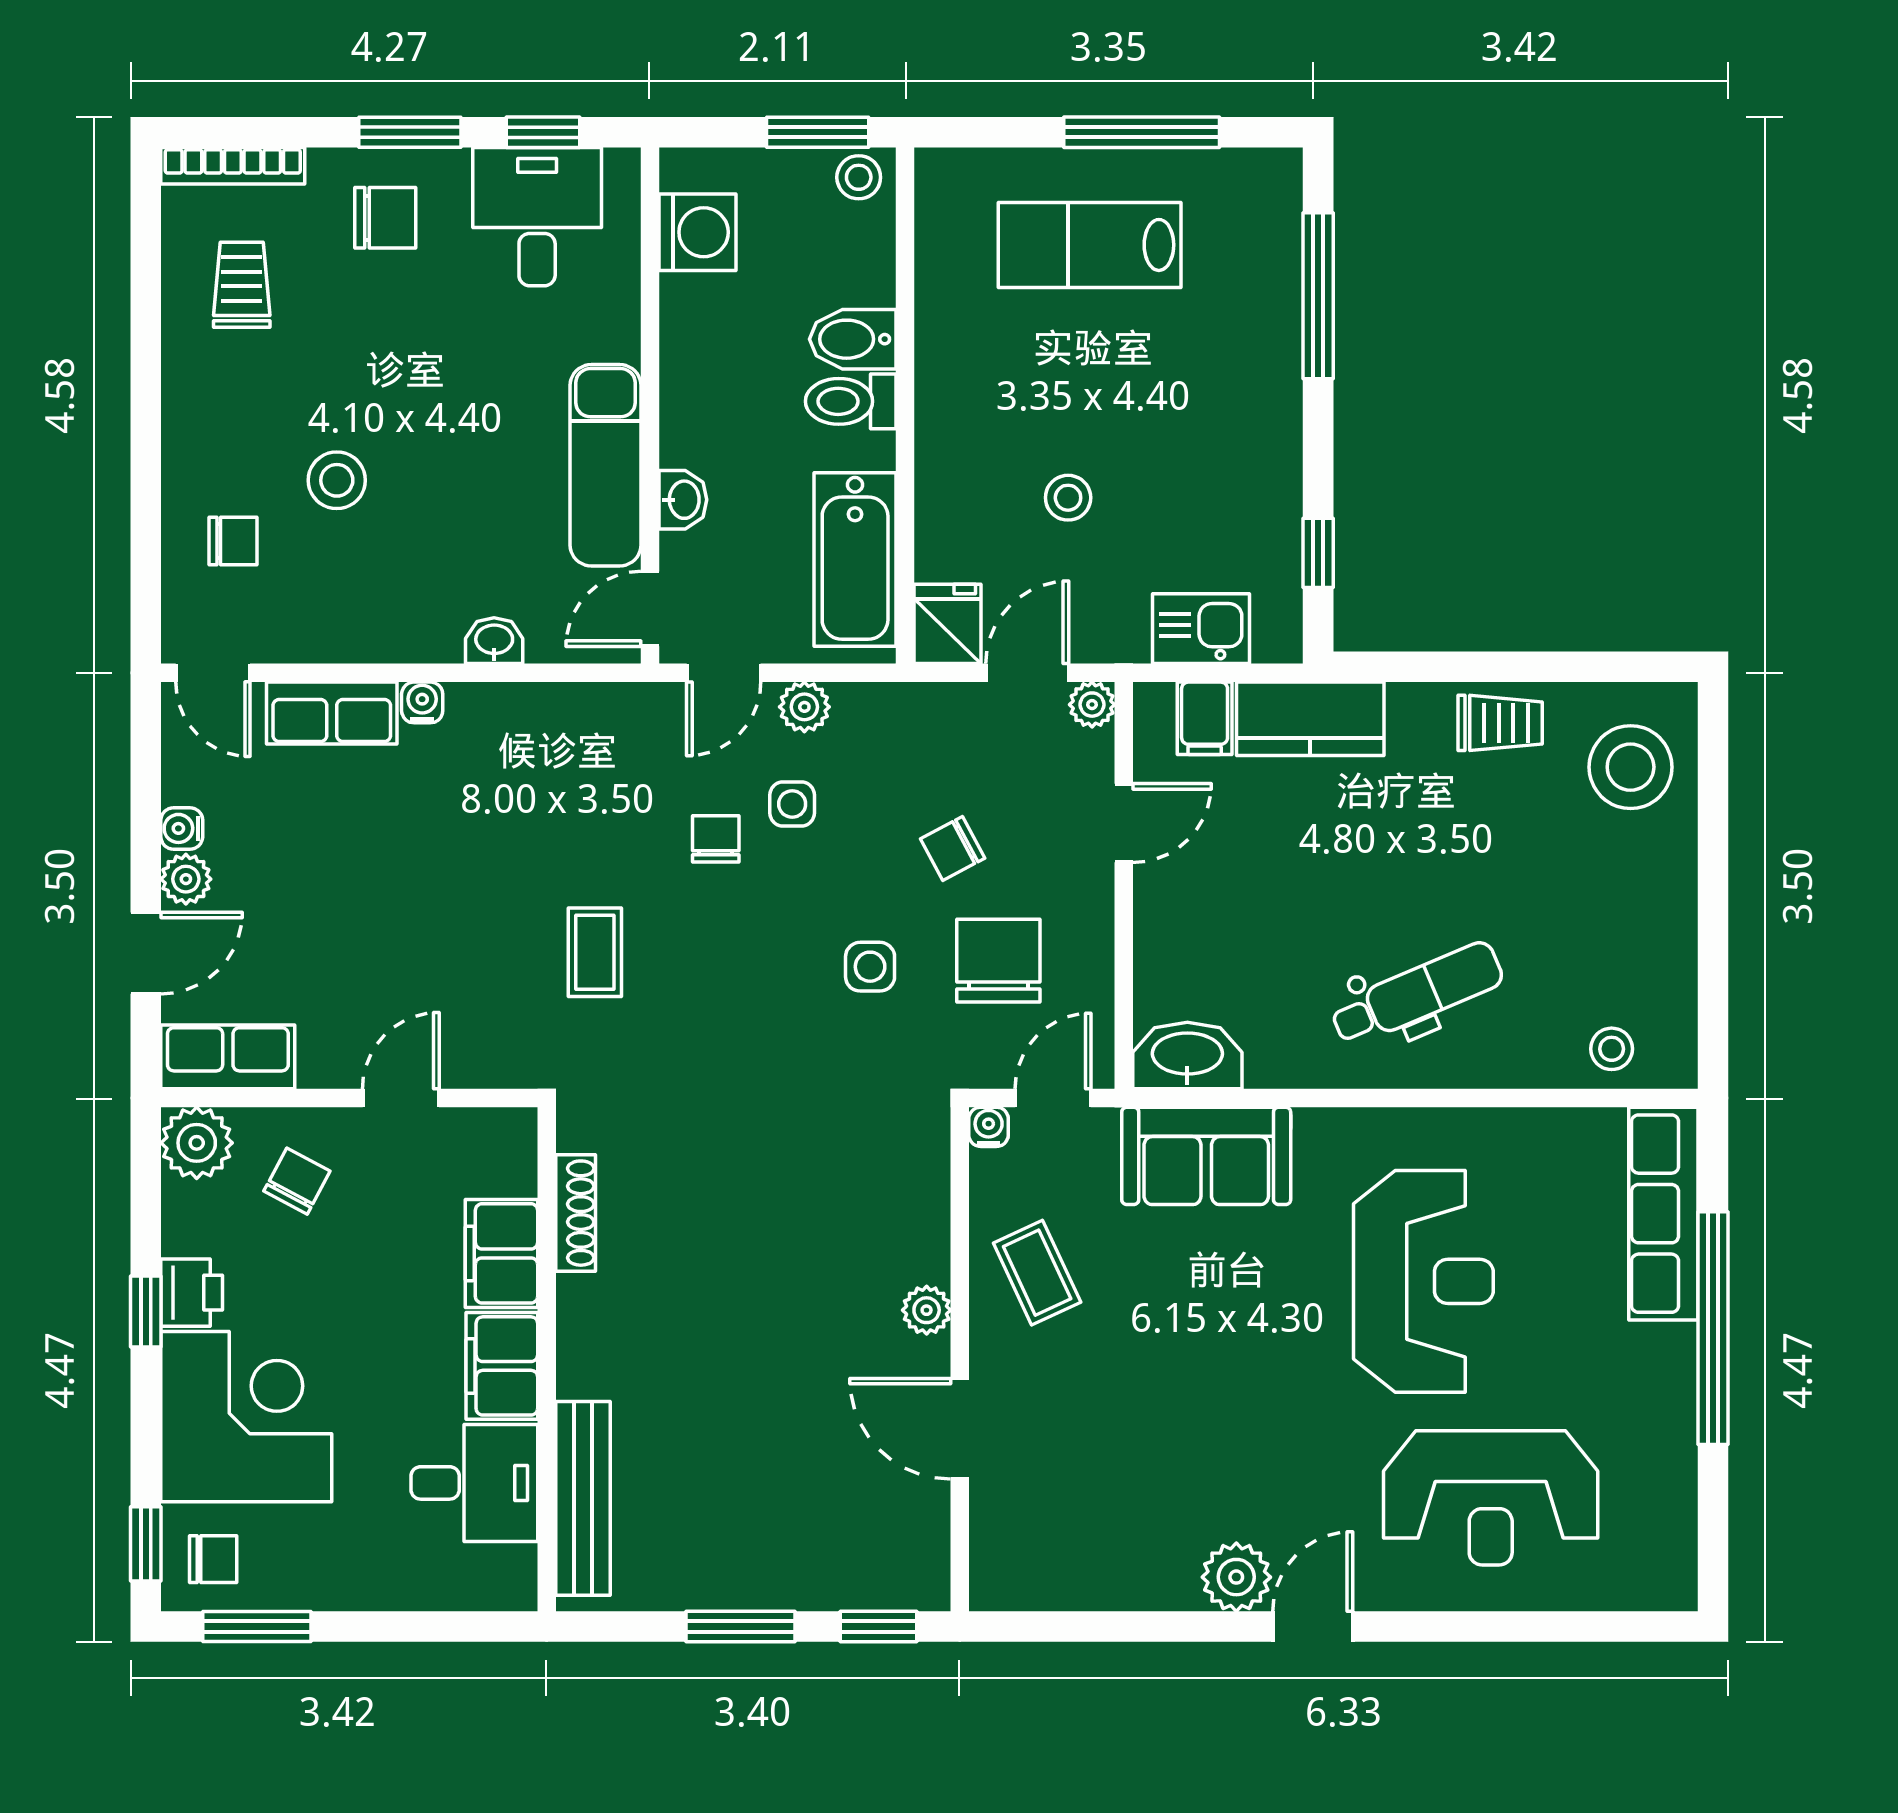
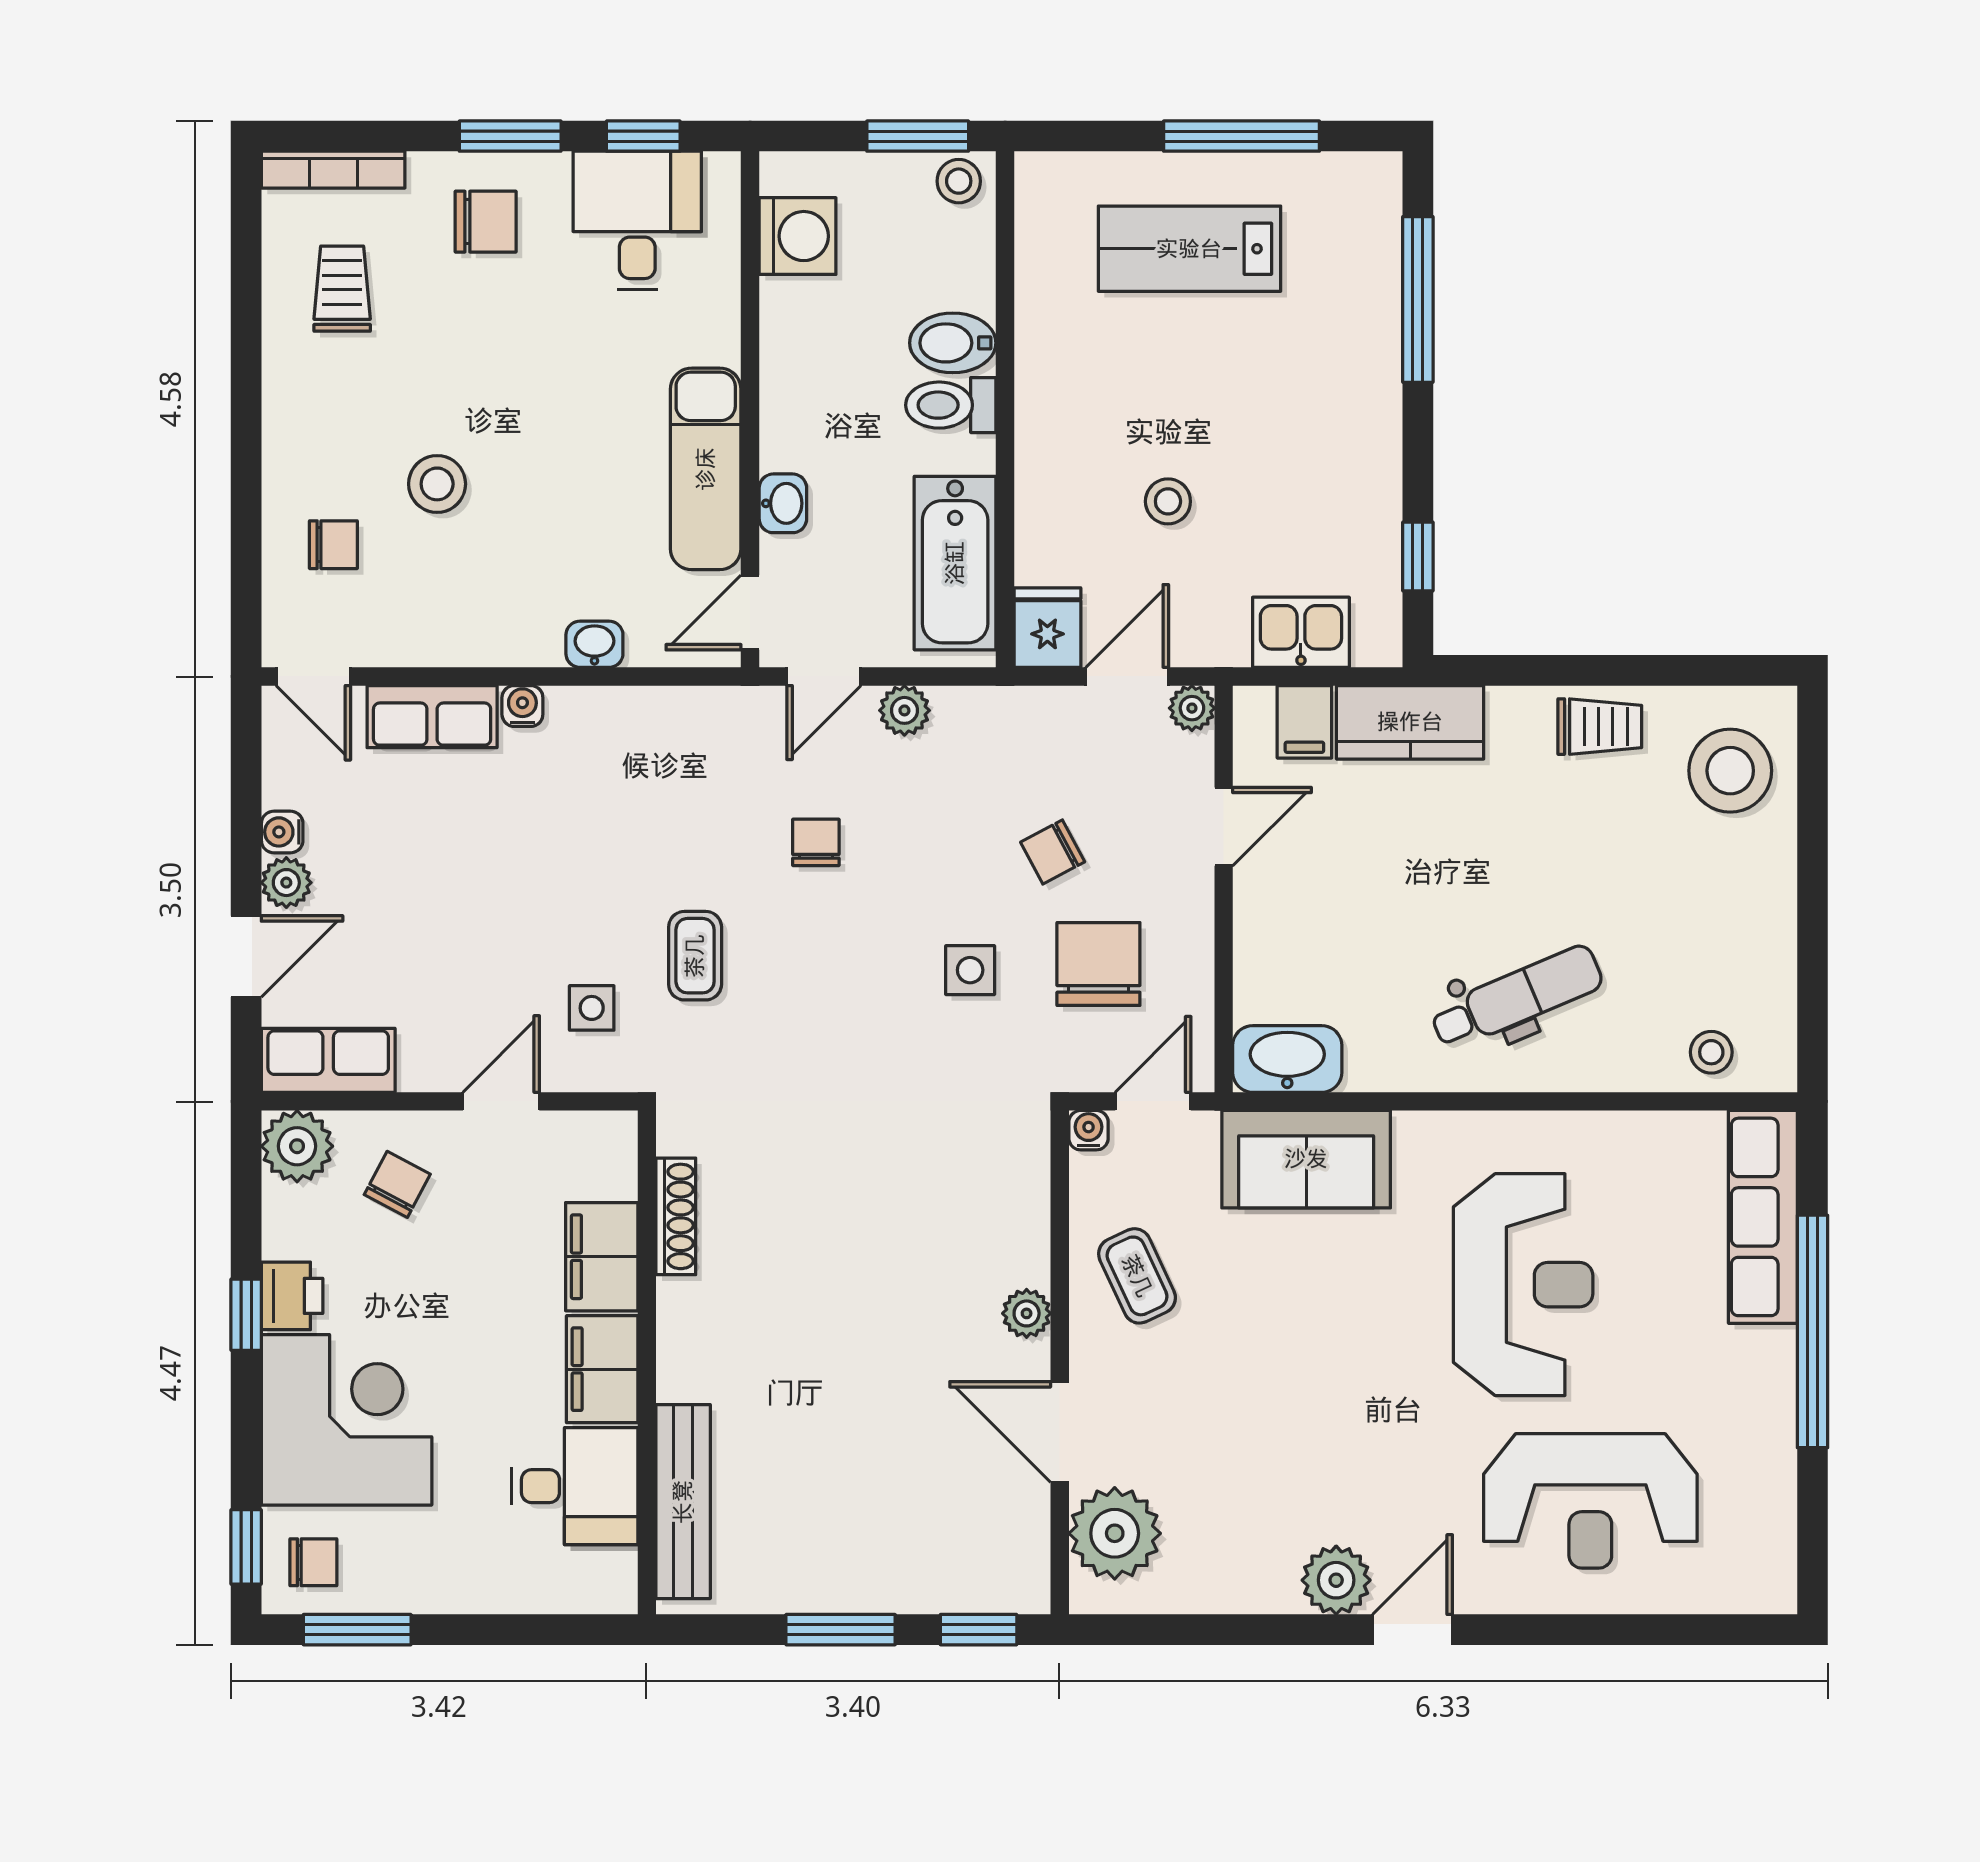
side table: (792, 804) -> (592, 1008), moved
plant: (1015, 1530) -> (1115, 1533), added

